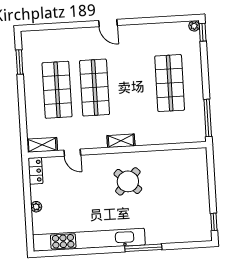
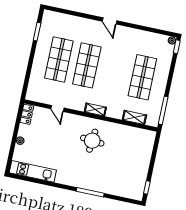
shelving: (42, 145) -> (134, 117), moved
round table: (128, 181) -> (92, 141), turned -38
kitchen unit: (89, 240) -> (33, 171), width x0.54

